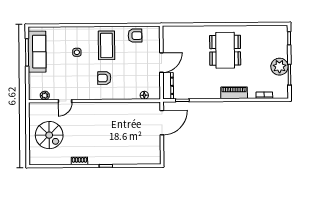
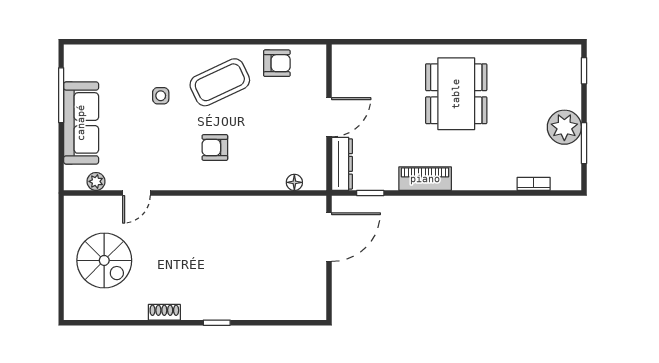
coffee table: (107, 45) -> (220, 82), turned 65
sofa: (37, 52) -> (81, 123), moved
piano: (234, 93) -> (425, 179), moved

